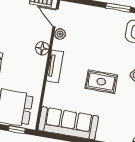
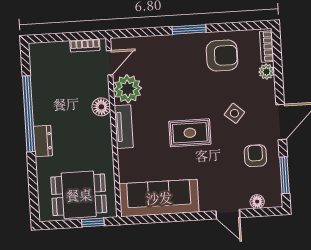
door: (56, 18) -> (110, 63), swing flipped
plant: (60, 34) -> (128, 89), width x1.88, depth x1.88

